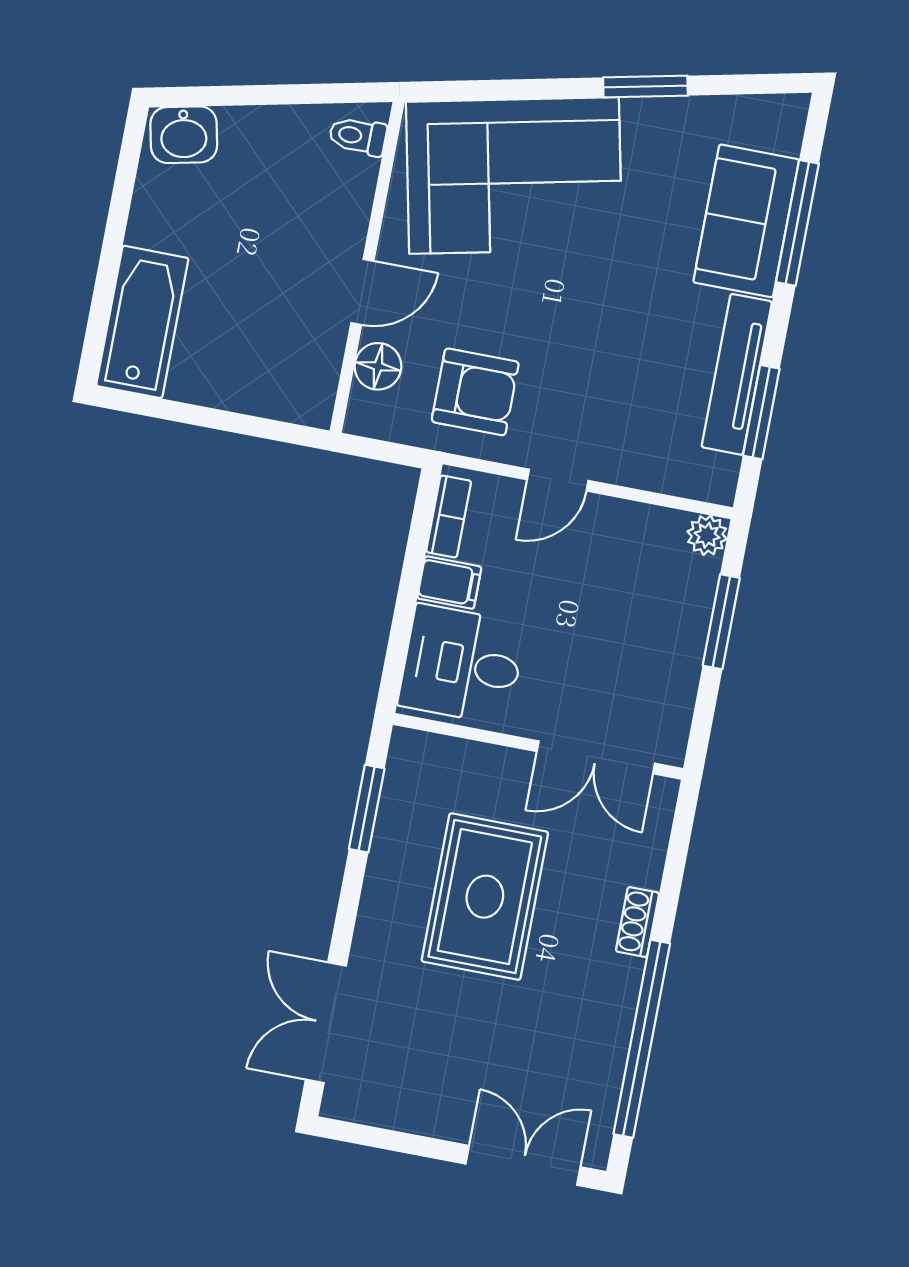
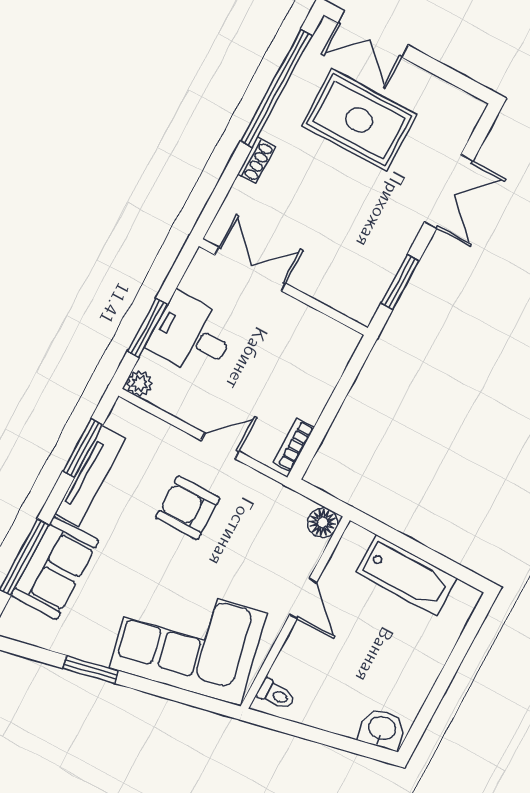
door: (362, 292) -> (303, 599), swing flipped
bathtub: (142, 322) -> (407, 575), moved, turned -90
floor lamp: (378, 366) -> (323, 523), moved
armchair: (475, 392) -> (188, 508), moved
filing cabinet: (449, 583) -> (306, 404), removed
desk: (462, 664) -> (192, 335), moved, turned 180
rug: (485, 897) -> (359, 120), moved, turned 90
double door: (326, 1023) -> (449, 191), moved

